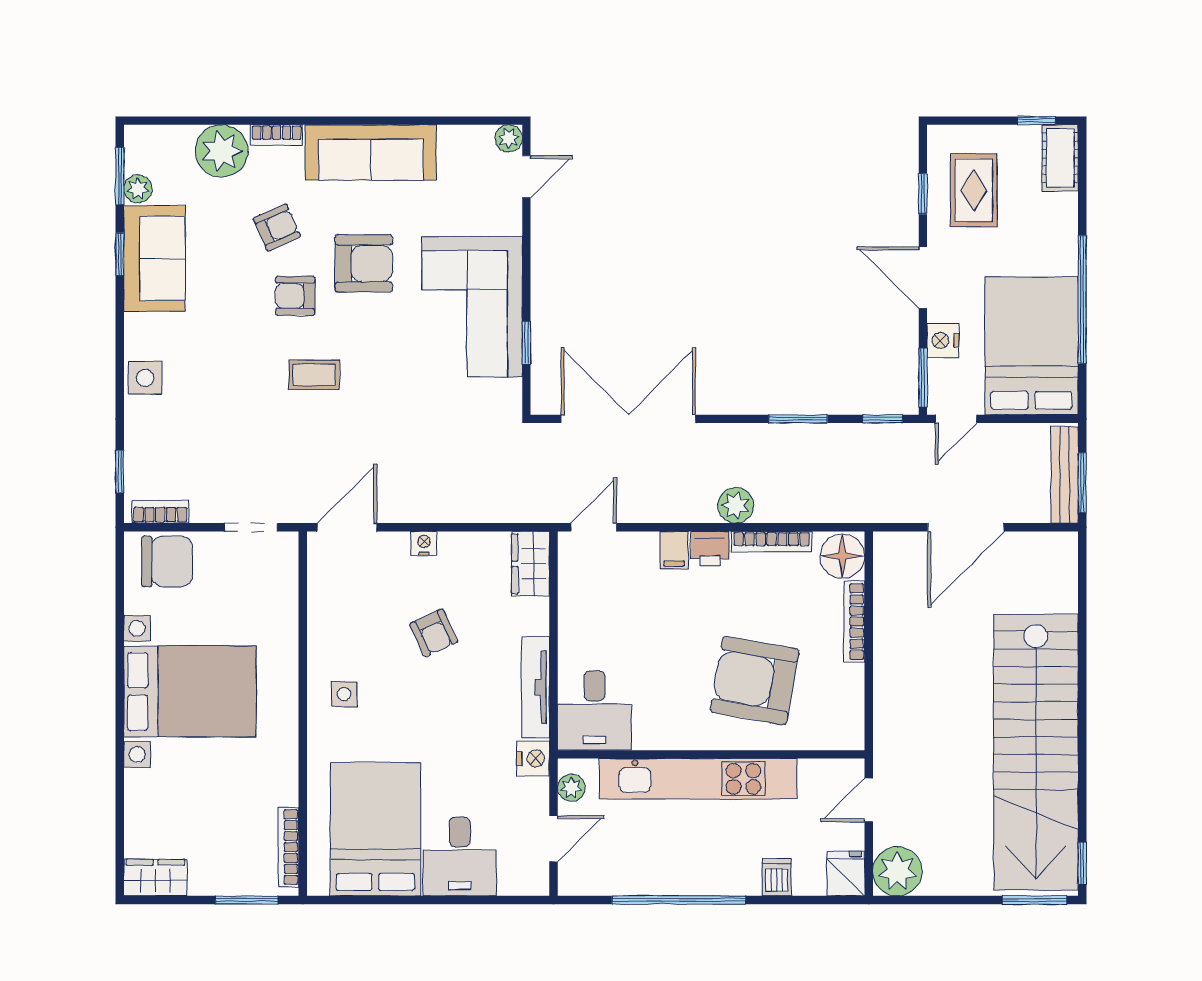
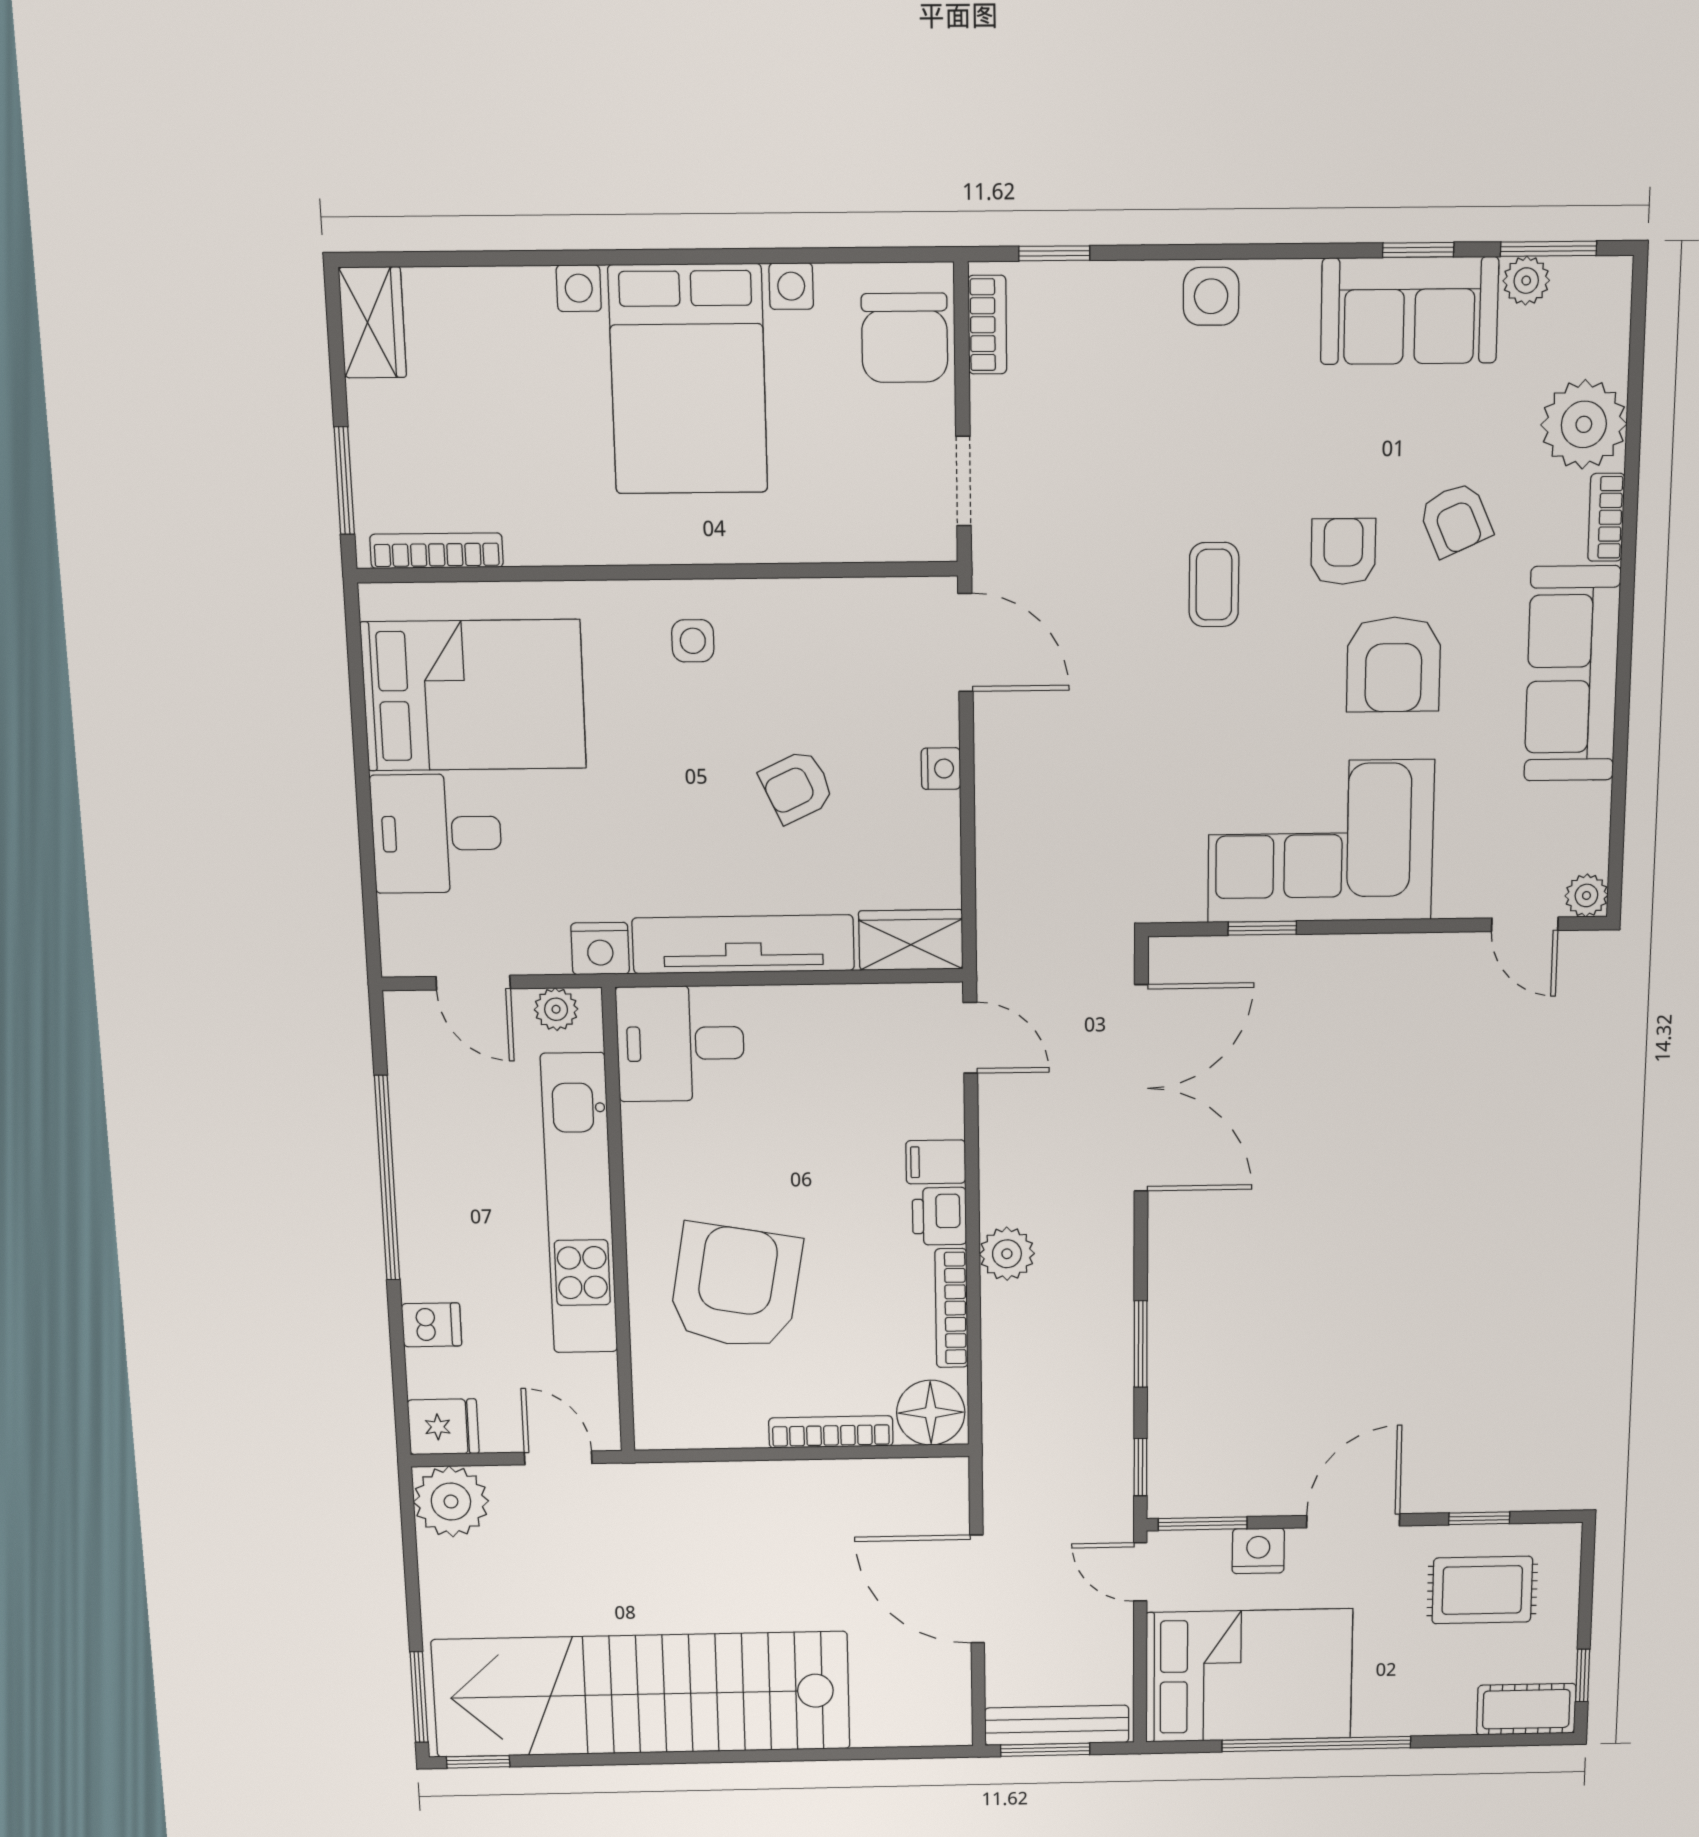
tv unit: (536, 687) -> (743, 944), width x1.36, depth x1.29

